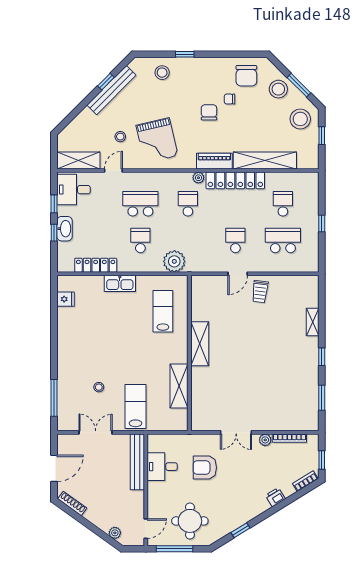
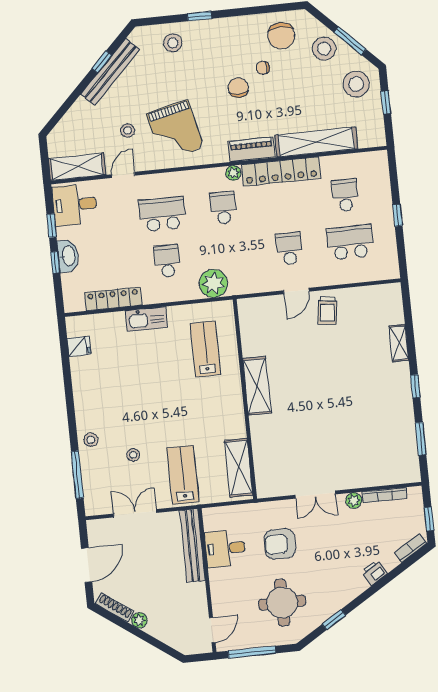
stool: (67, 372) -> (91, 440), added
shelving: (179, 386) -> (239, 468), moved
round table: (190, 521) -> (282, 603), moved
plant: (115, 533) -> (139, 620), moved

